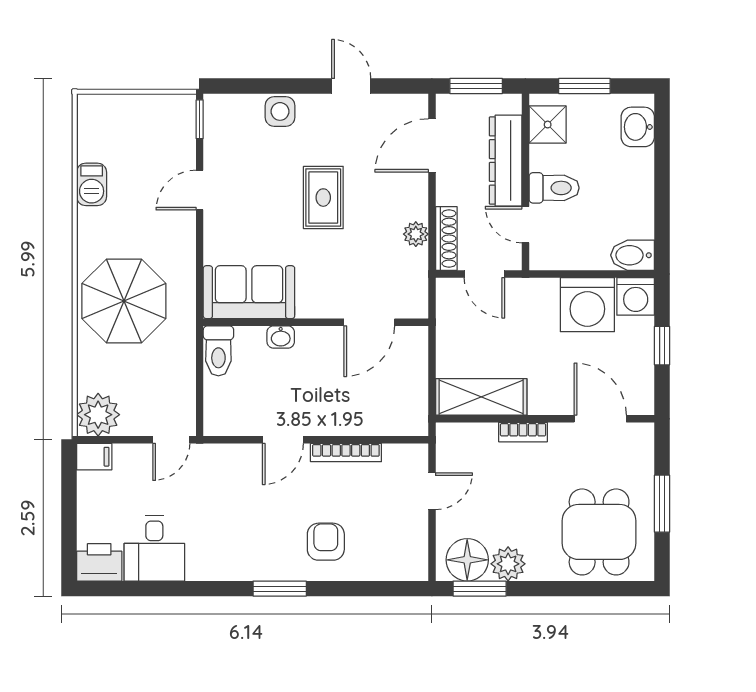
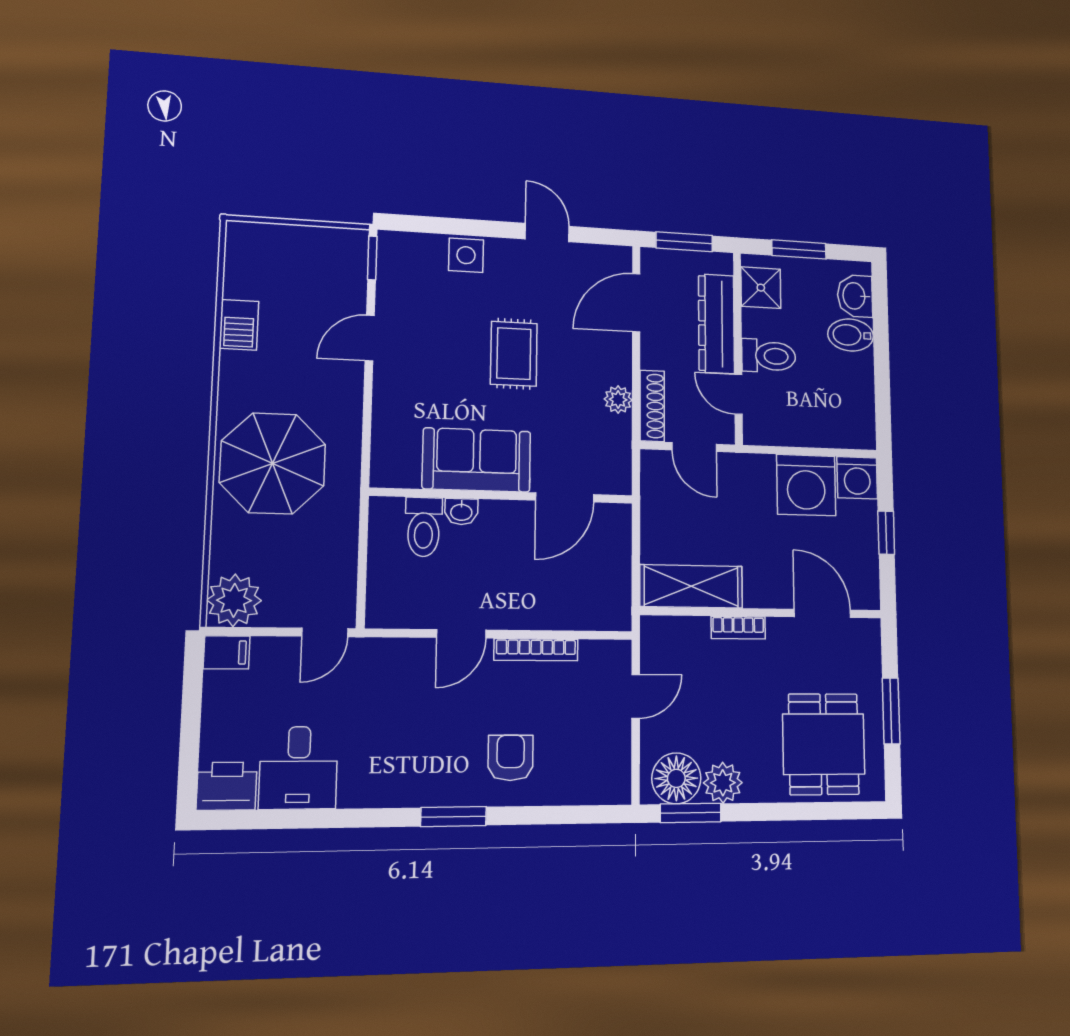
bidet: (633, 255) -> (851, 335), moved
sofa: (249, 292) -> (477, 460), moved
toilet: (218, 351) -> (424, 527), moved

